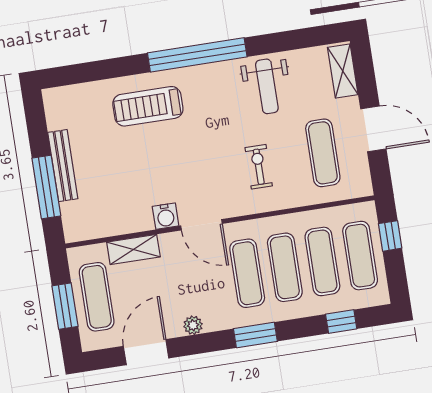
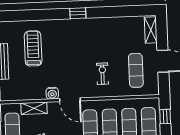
window: (197, 55) -> (78, 13), width x0.32
weight bench: (267, 86) -> (111, 33), removed
treadmill: (148, 106) -> (33, 48), moved, turned 90

